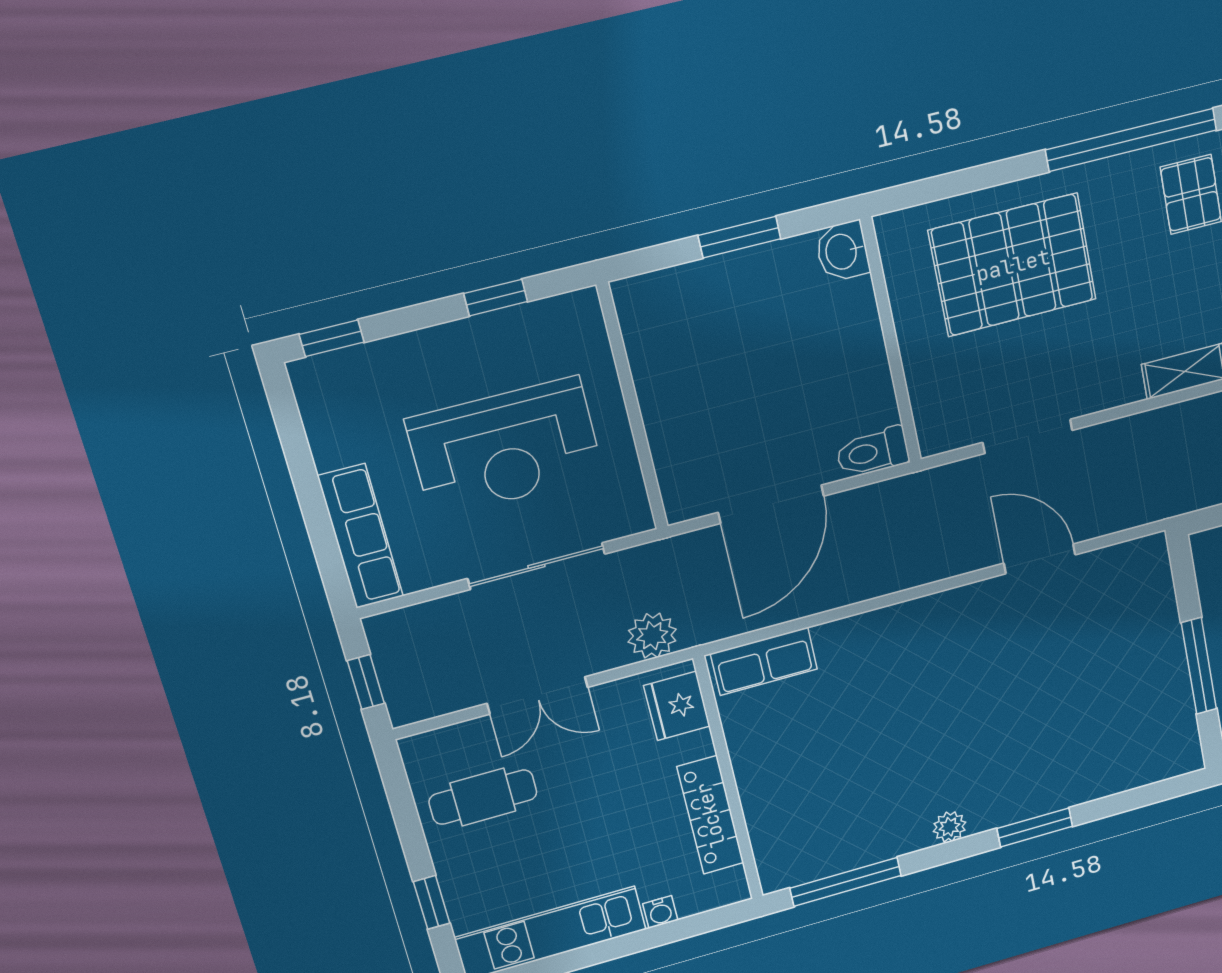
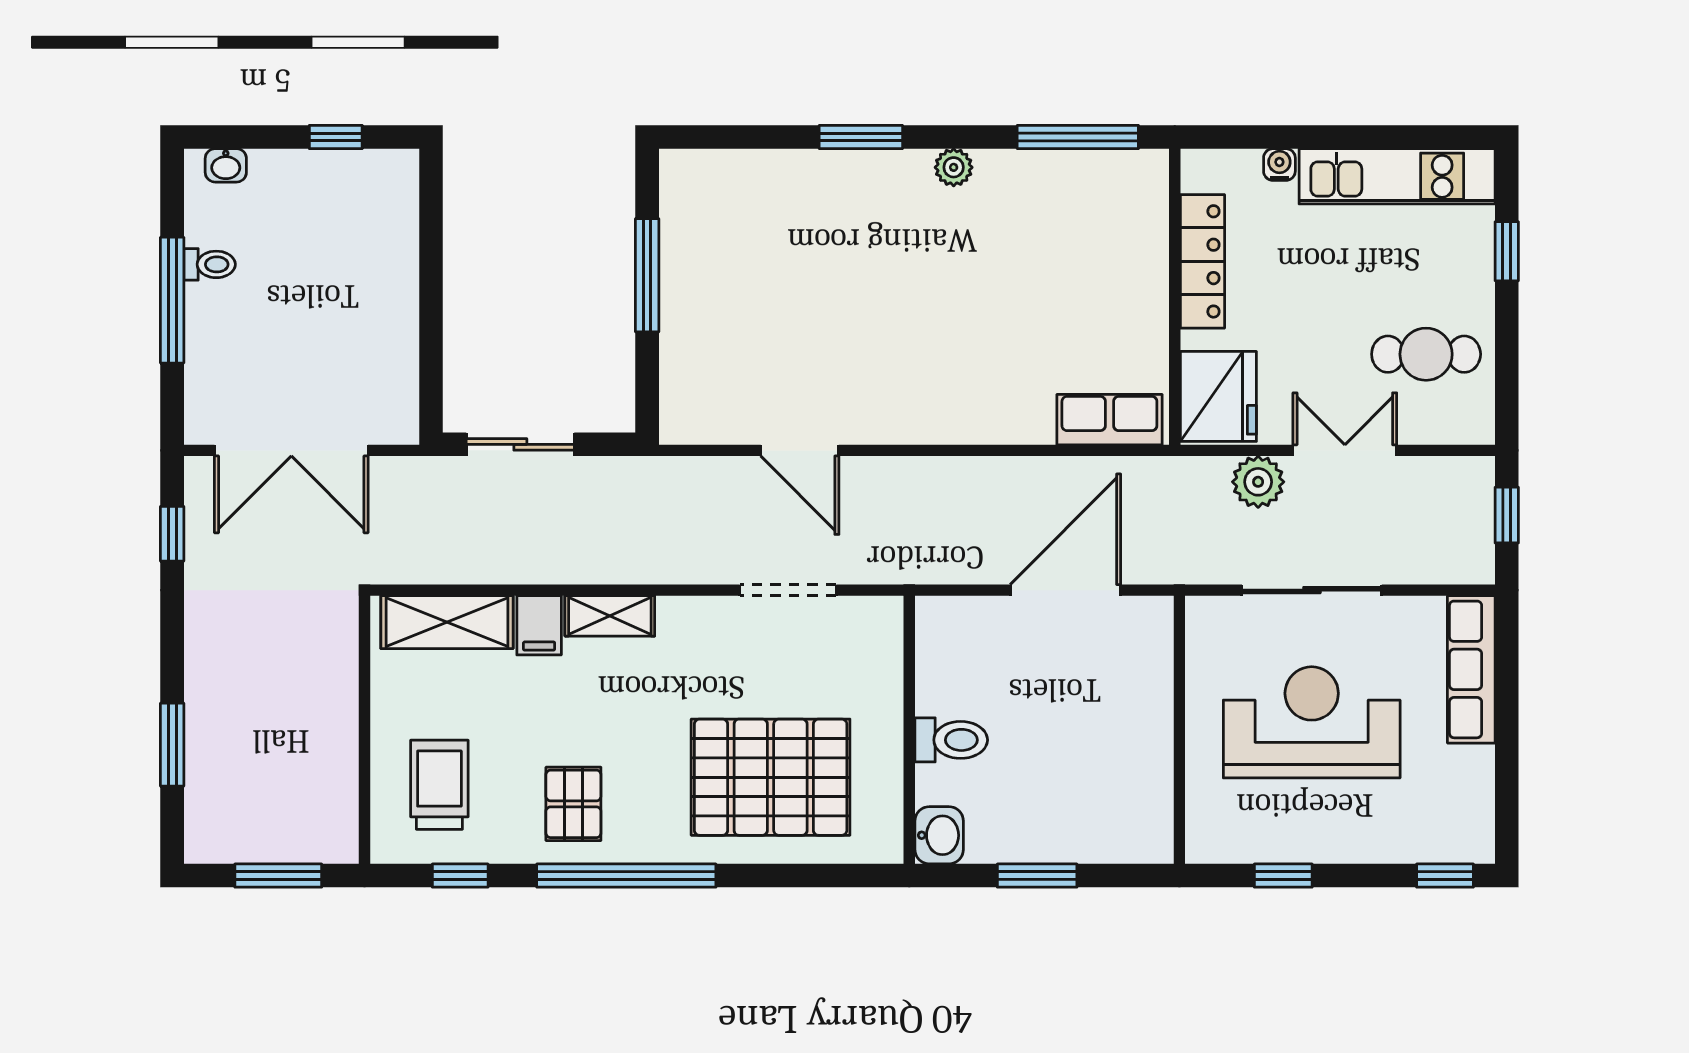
toilet: (873, 452) -> (951, 740), moved
plant: (652, 636) -> (1258, 482), moved
fridge: (677, 706) -> (1218, 396), width x1.36, depth x1.34

